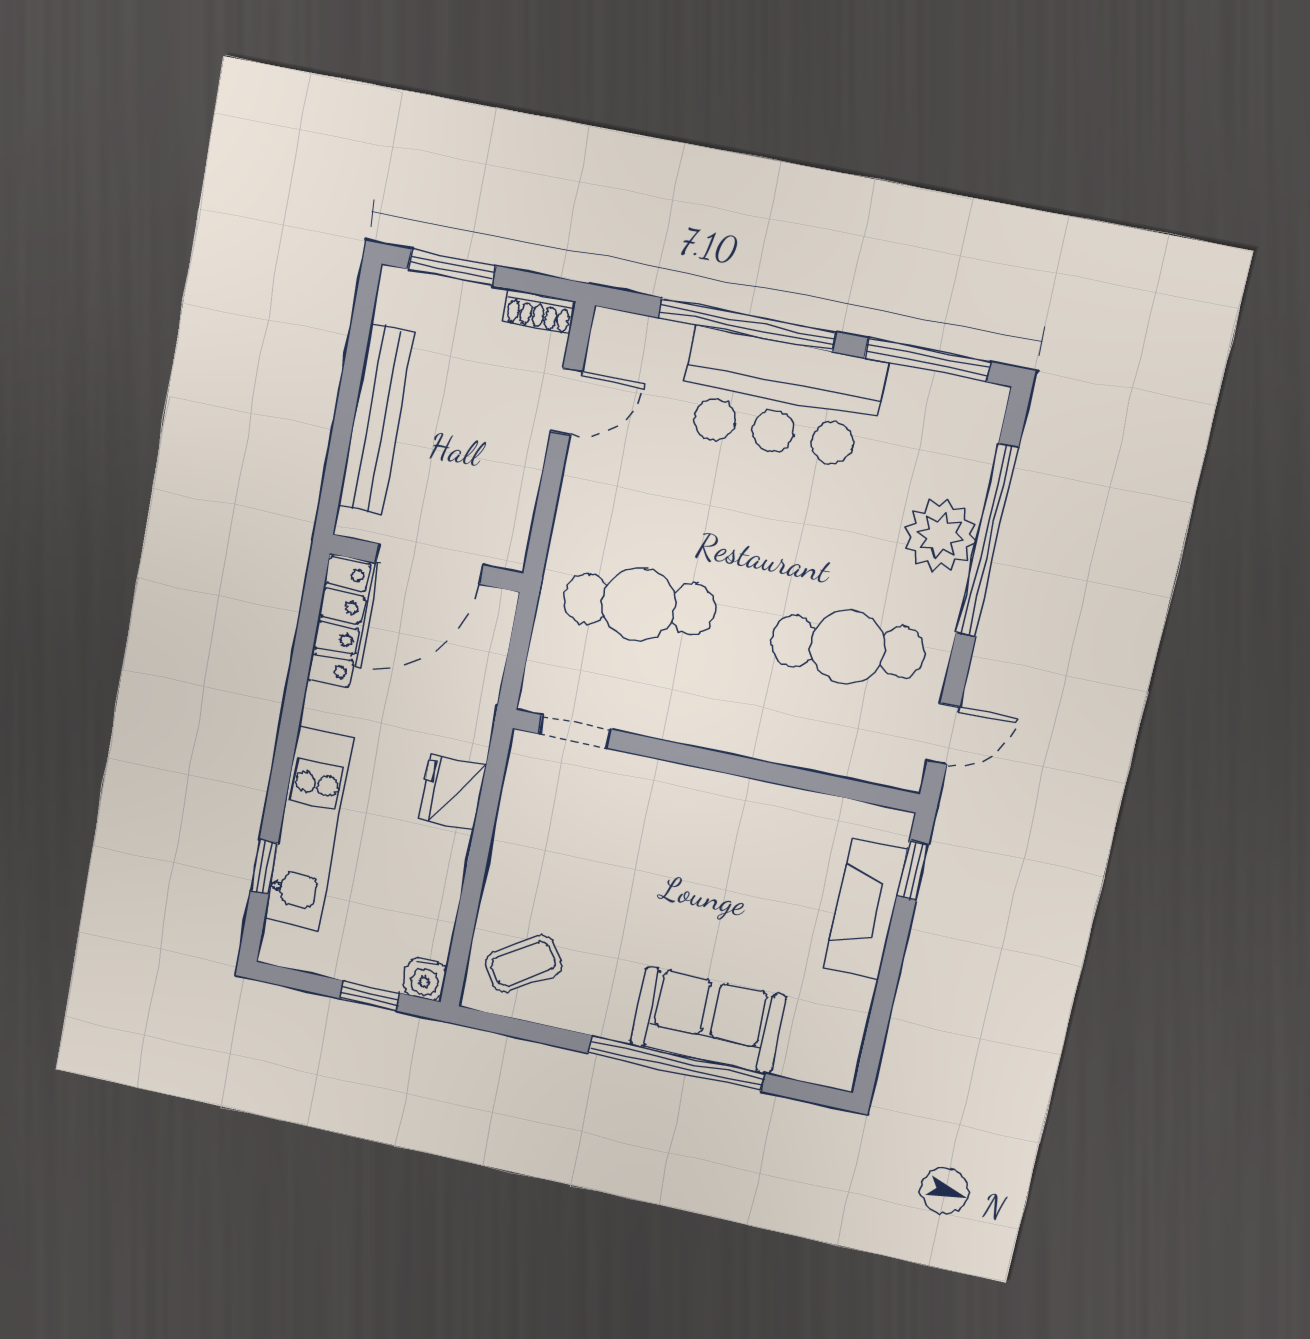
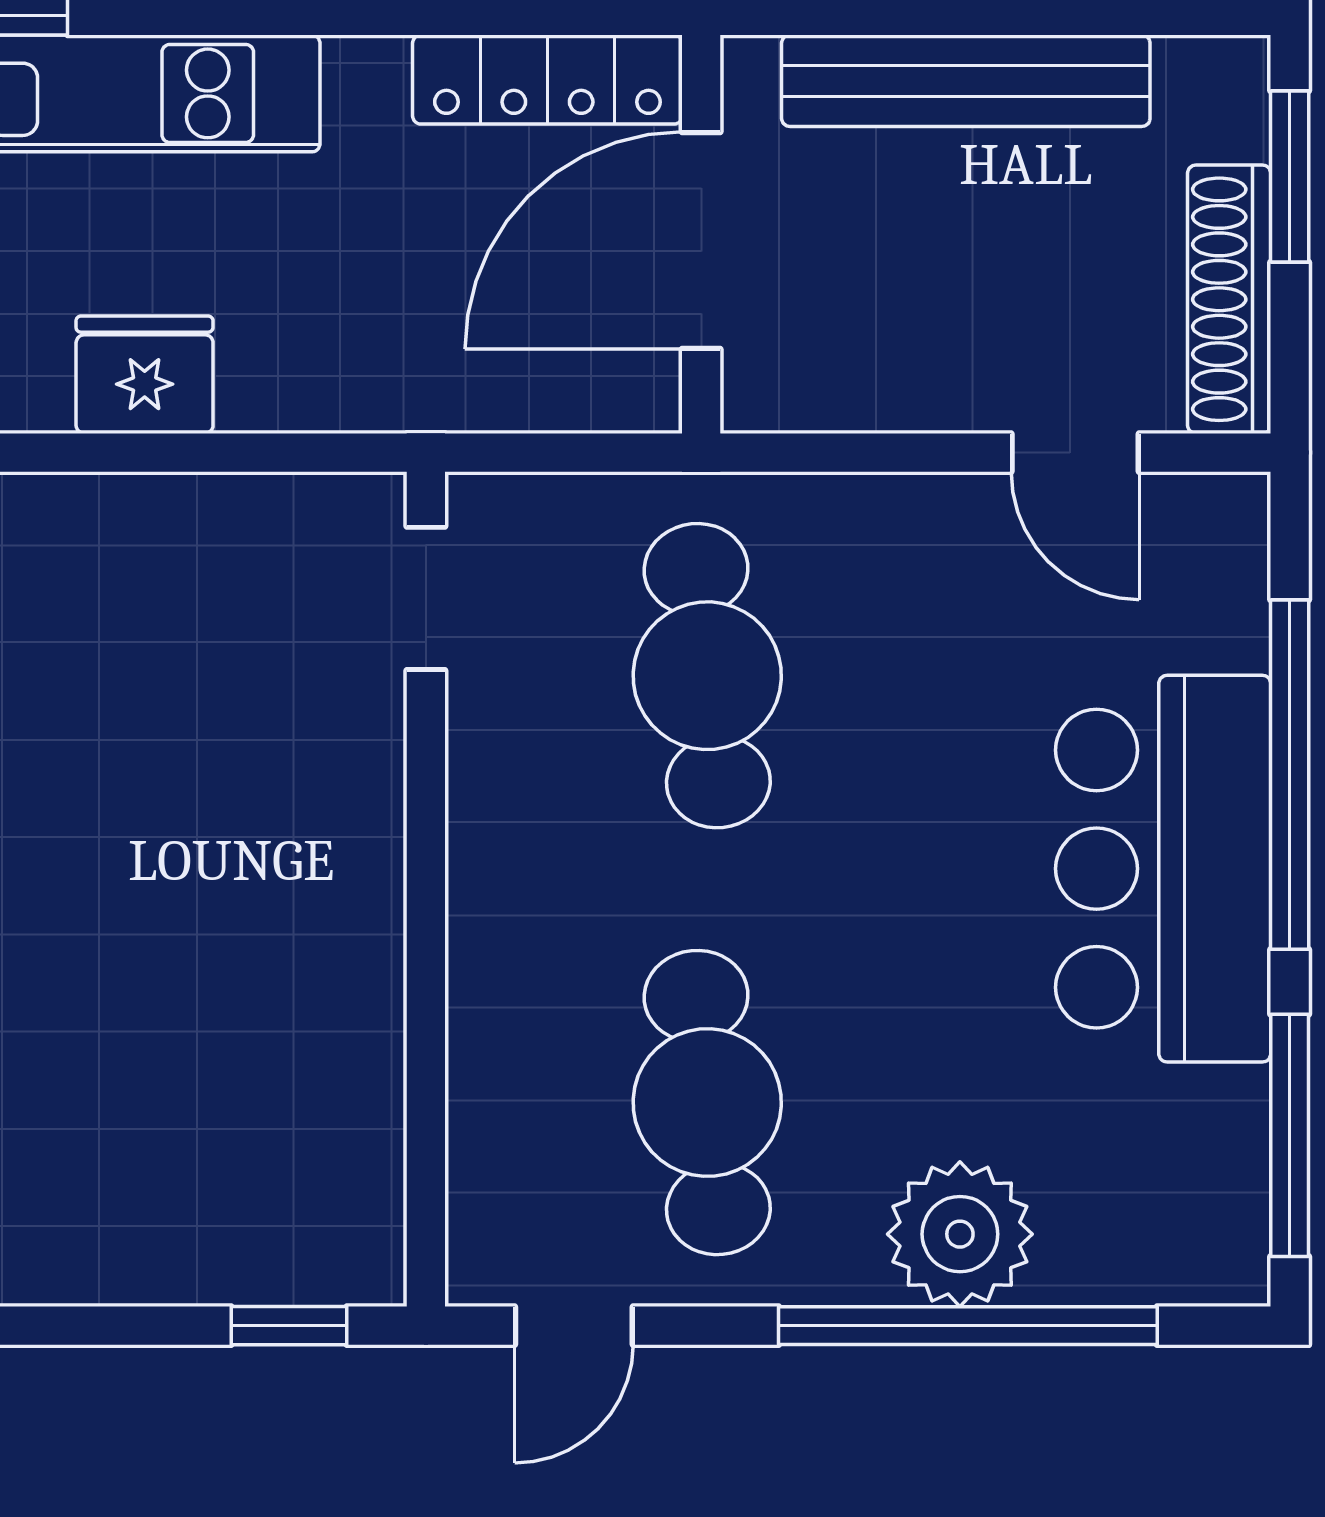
shoe rack: (539, 312) -> (1229, 299), width x1.94, depth x1.24
door: (429, 564) -> (701, 241), hinge flipped
door: (943, 734) -> (574, 1326), hinge flipped
fridge: (452, 792) -> (145, 375), moved
fireplace: (866, 908) -> (193, 1250), removed

